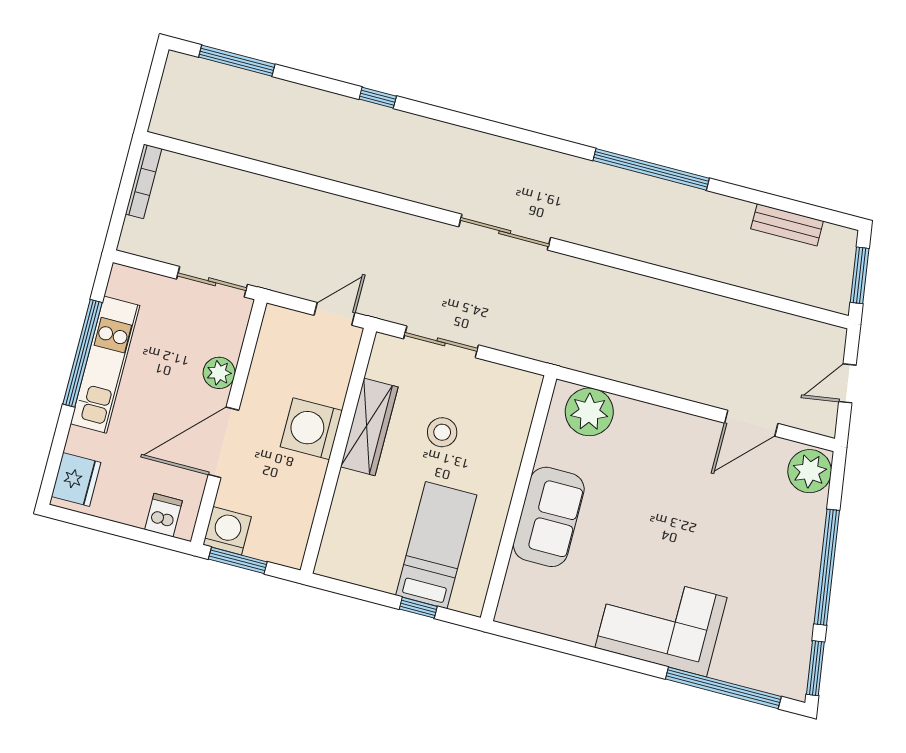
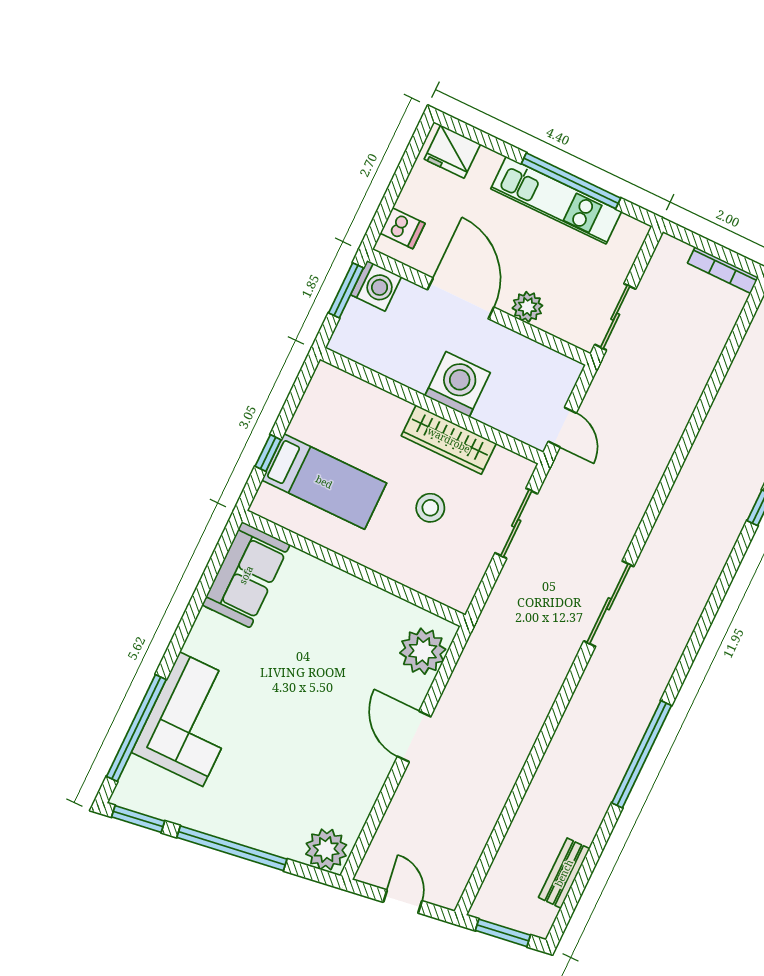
door: (751, 423) -> (414, 736), moved
sofa: (549, 517) -> (246, 575), moved, turned -90
corner sofa: (661, 623) -> (191, 719), moved

